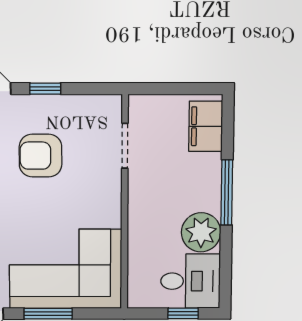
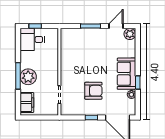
plant: (201, 232) -> (28, 77), moved
corner sofa: (66, 269) -> (83, 45), removed

